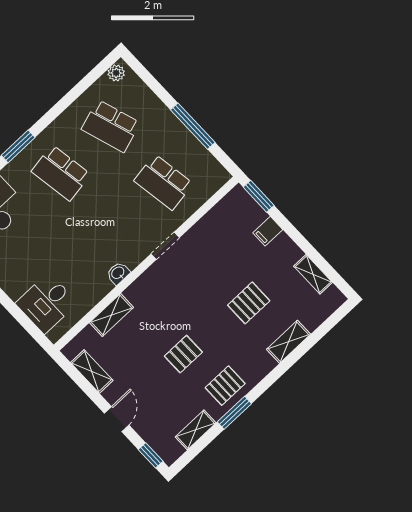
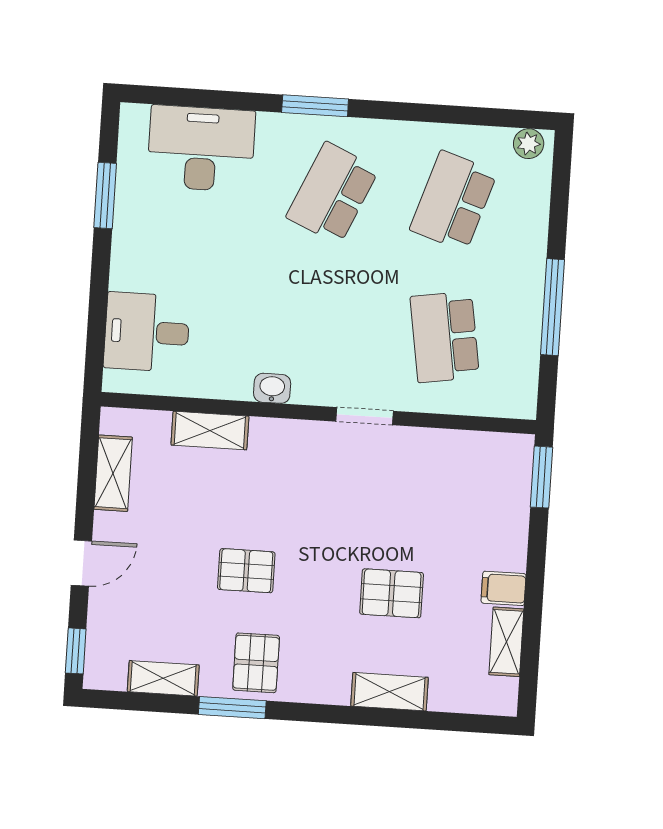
school desk: (111, 126) -> (453, 201), turned 36
school desk: (61, 173) -> (333, 193), turned 33
filing cabinet: (268, 231) -> (504, 588), moved
pallet: (225, 386) -> (256, 663), turned 90

